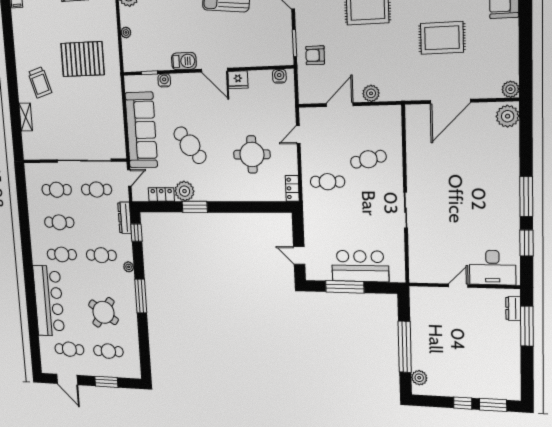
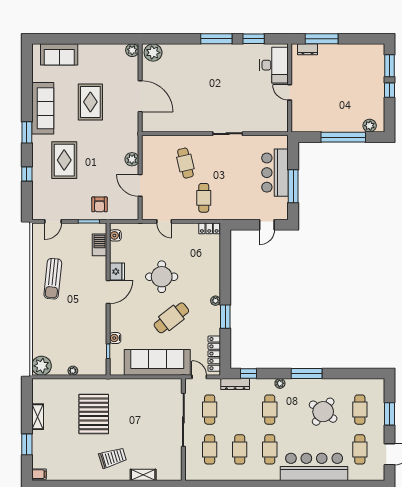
barbecue: (184, 61) -> (99, 245), moved
round table: (252, 154) -> (162, 277), moved
plant: (184, 191) -> (215, 301), moved, width x0.53, depth x0.53
locker: (161, 194) -> (214, 354), width x1.53

